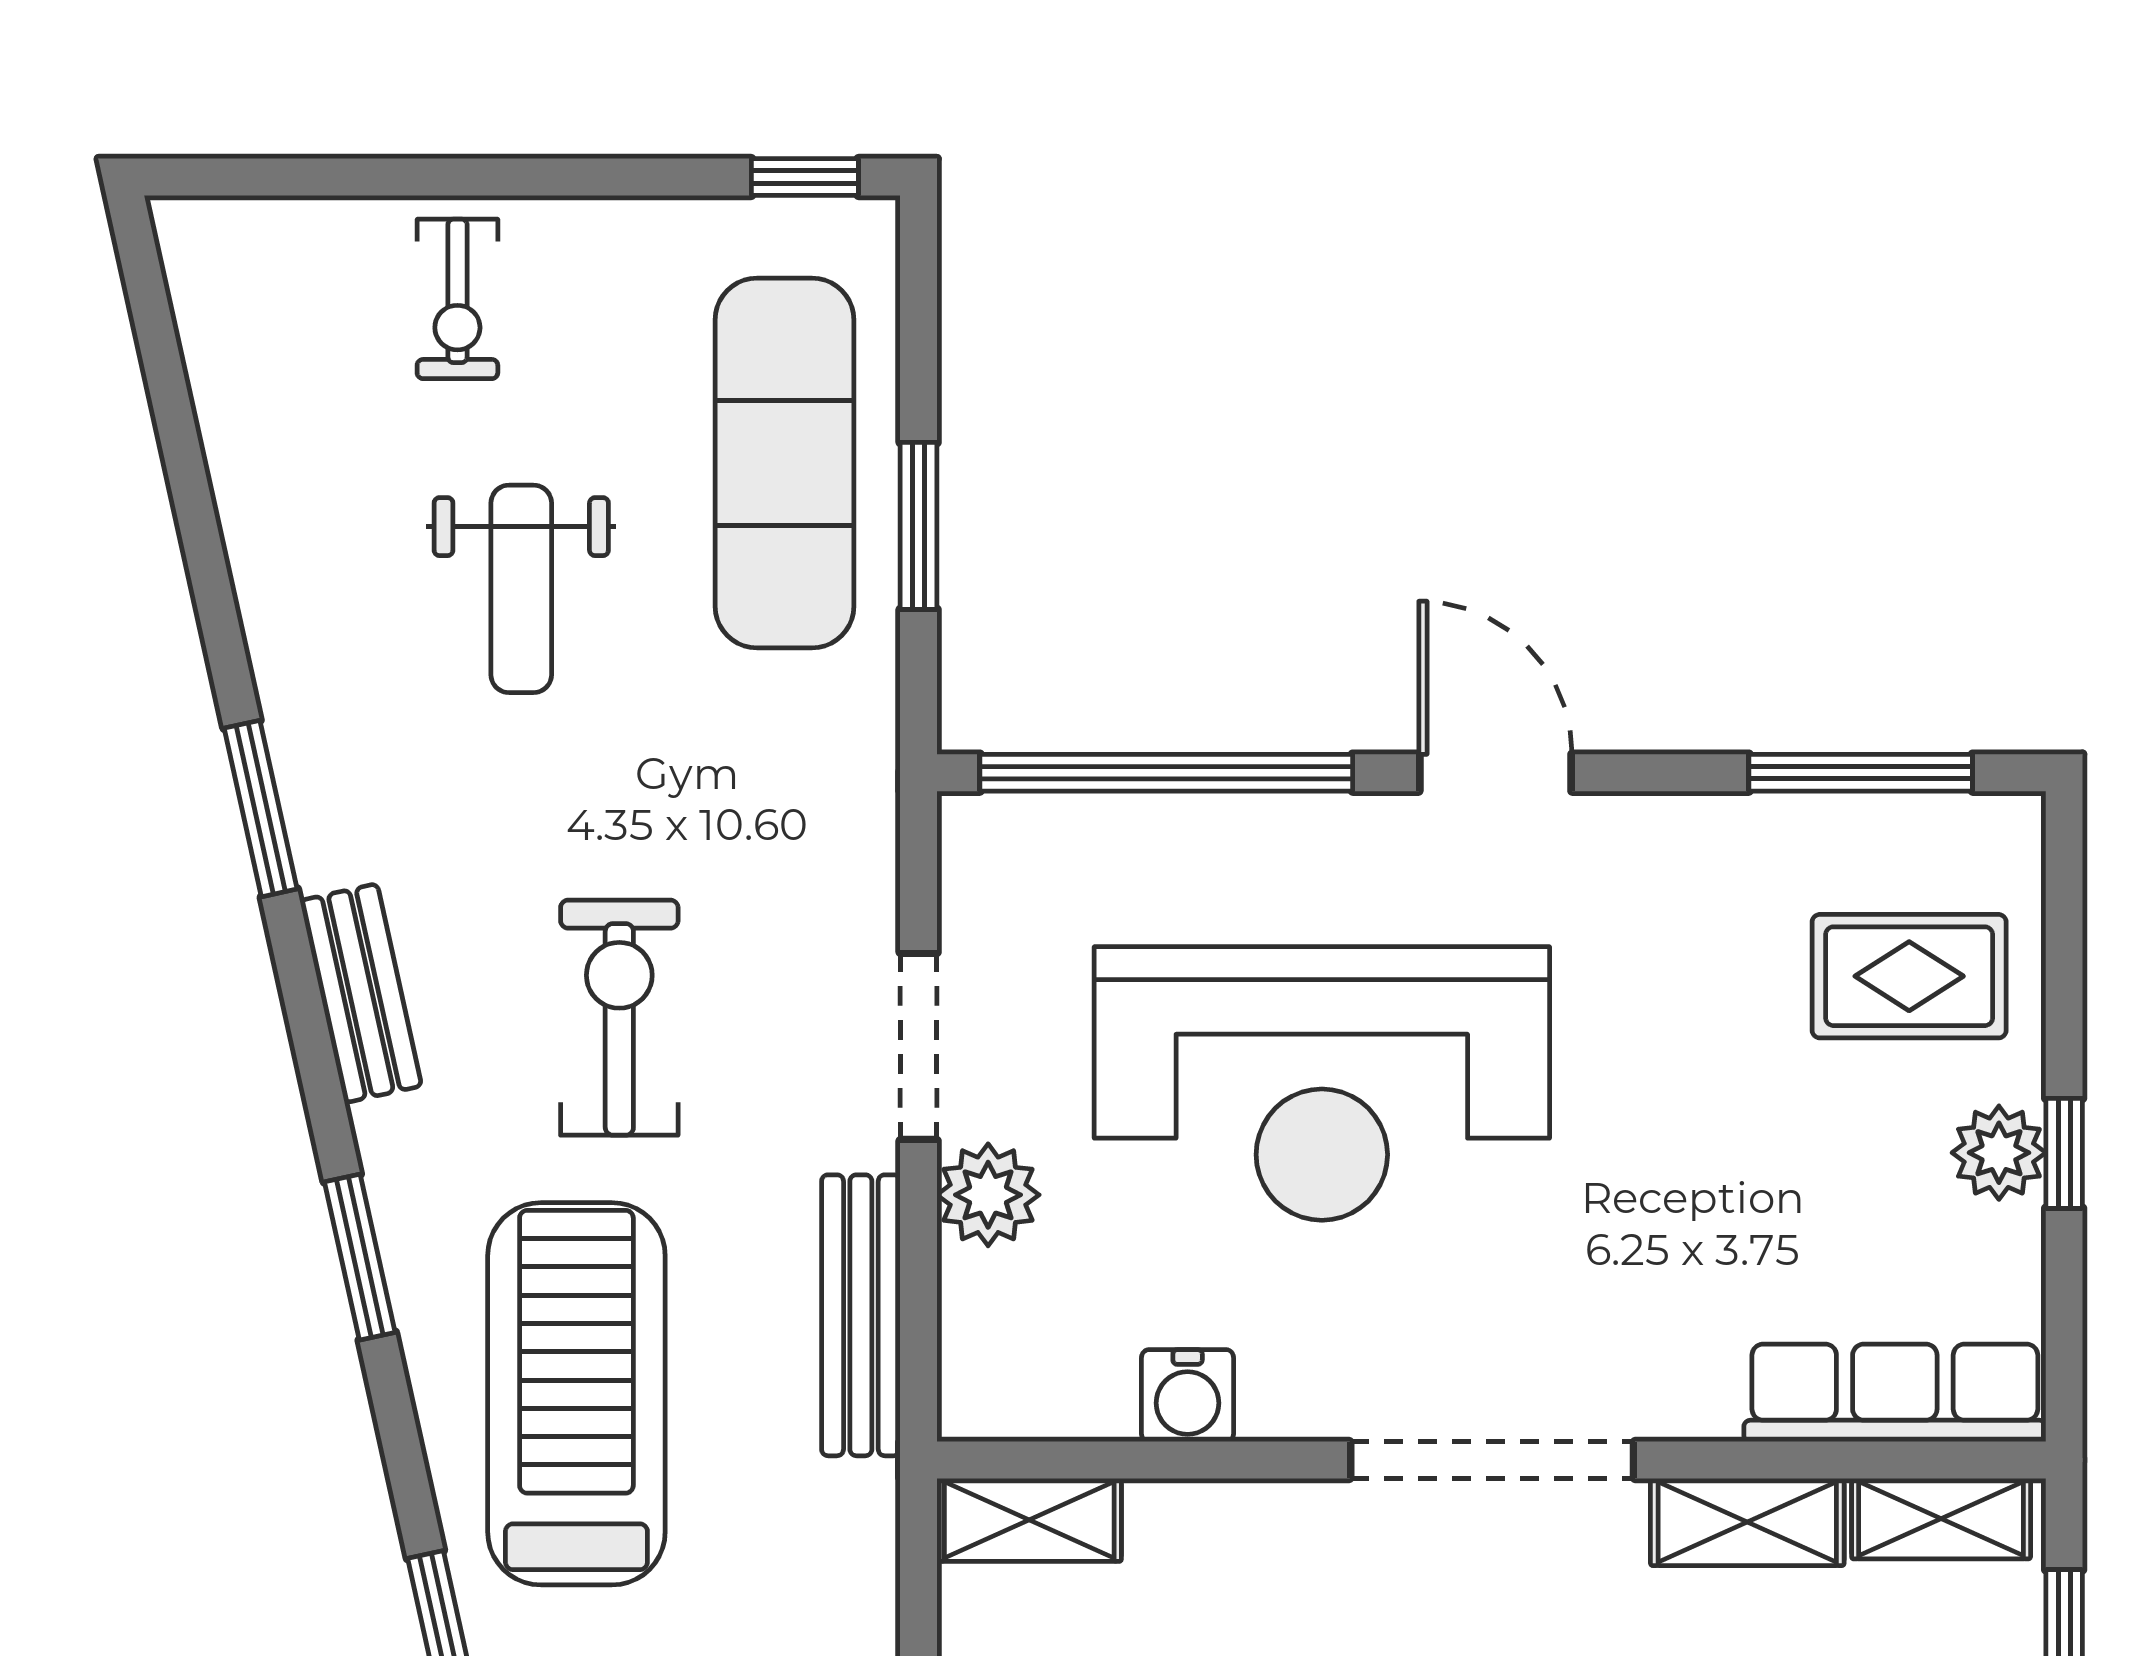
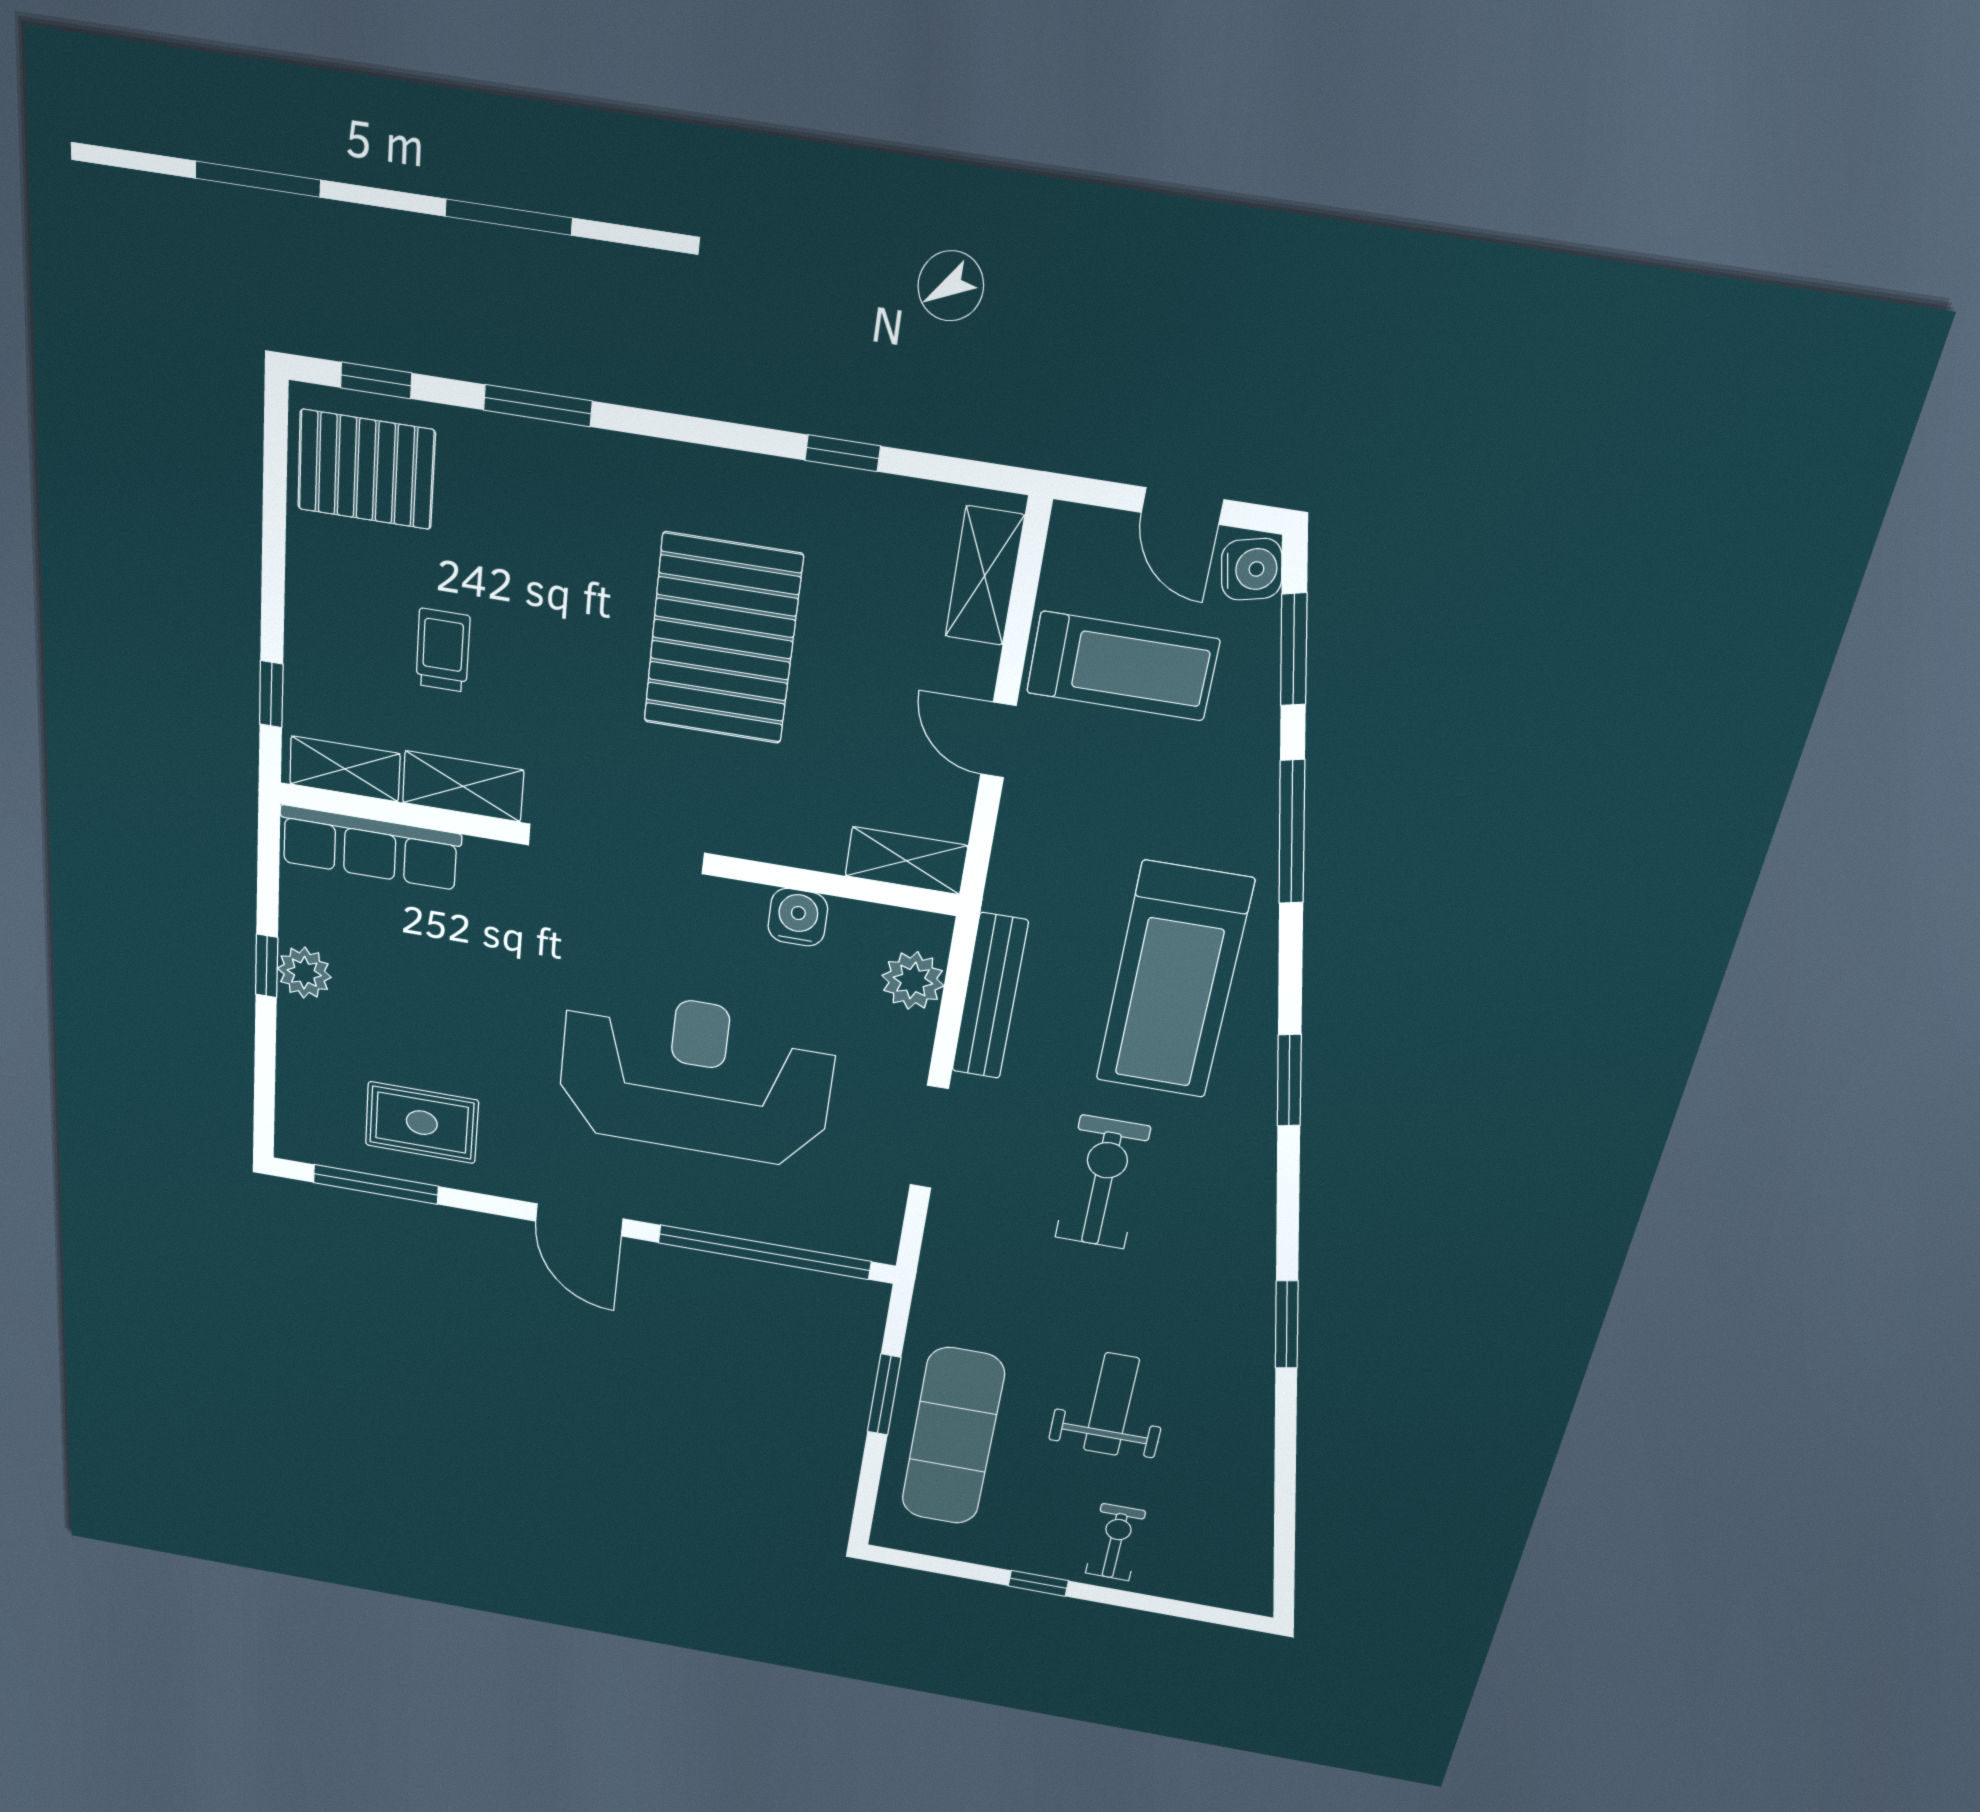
window: (805, 177) -> (1038, 1583), moved
rug: (1909, 976) -> (422, 1123), moved
bench: (361, 993) -> (1253, 1221), removed
exercise bike: (619, 1018) -> (1103, 1182), turned 180
plant: (988, 1195) -> (913, 981), moved

